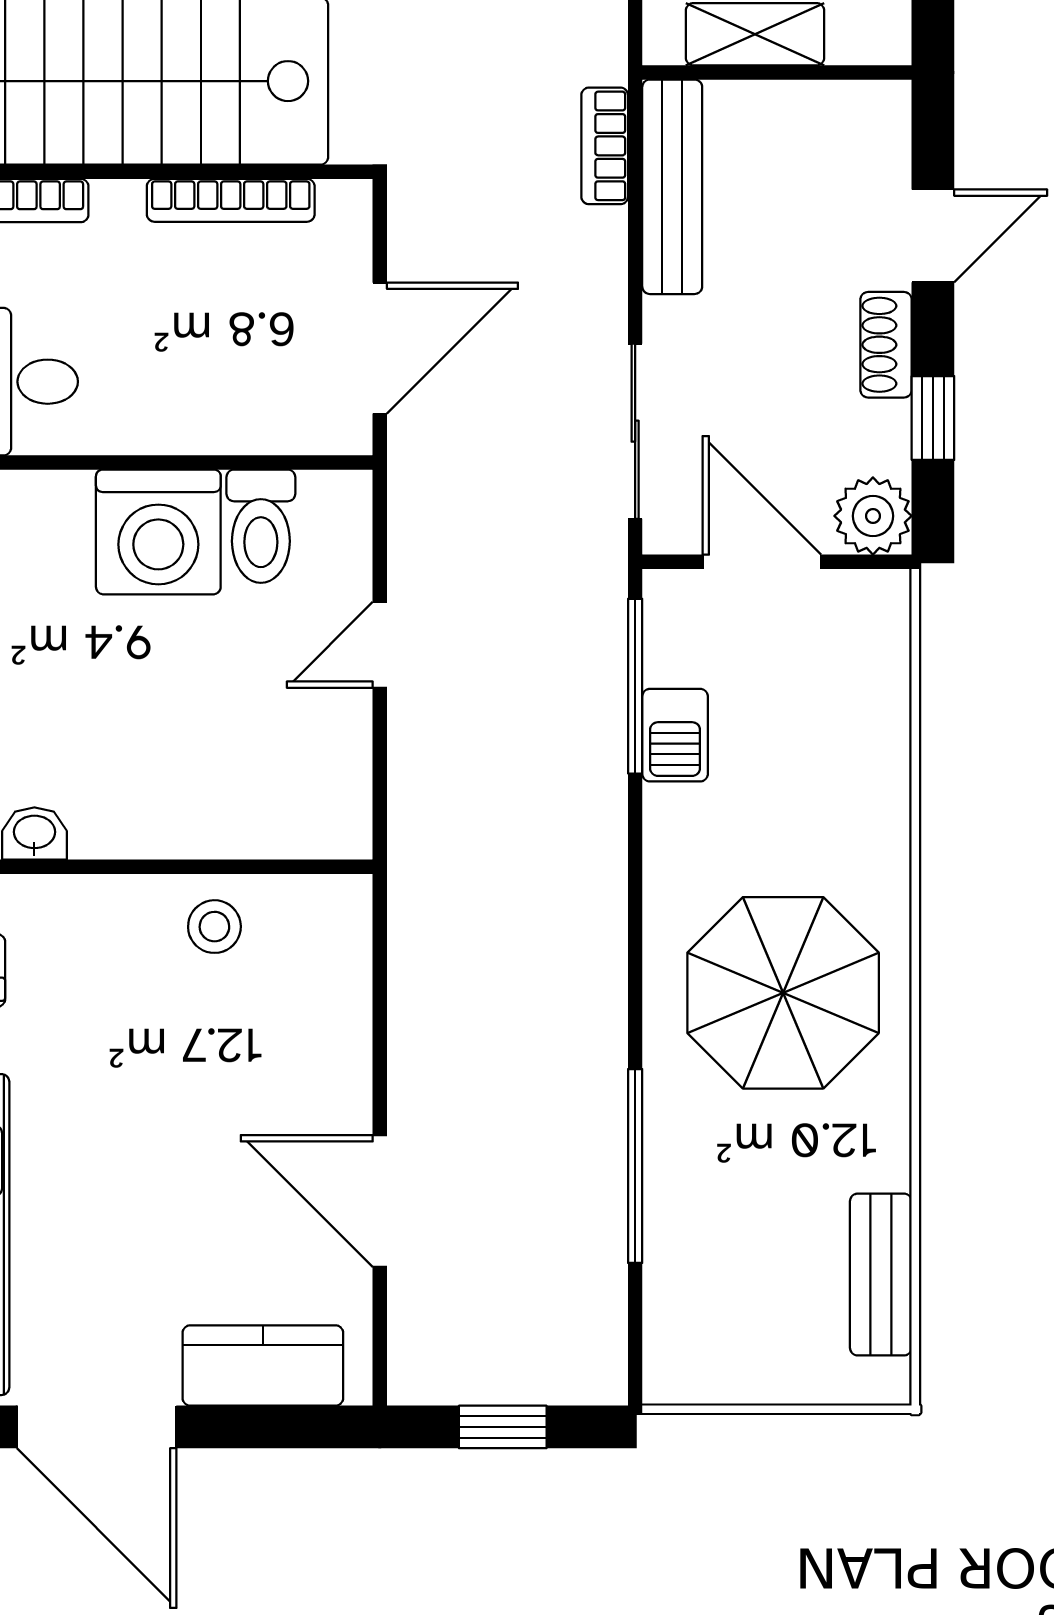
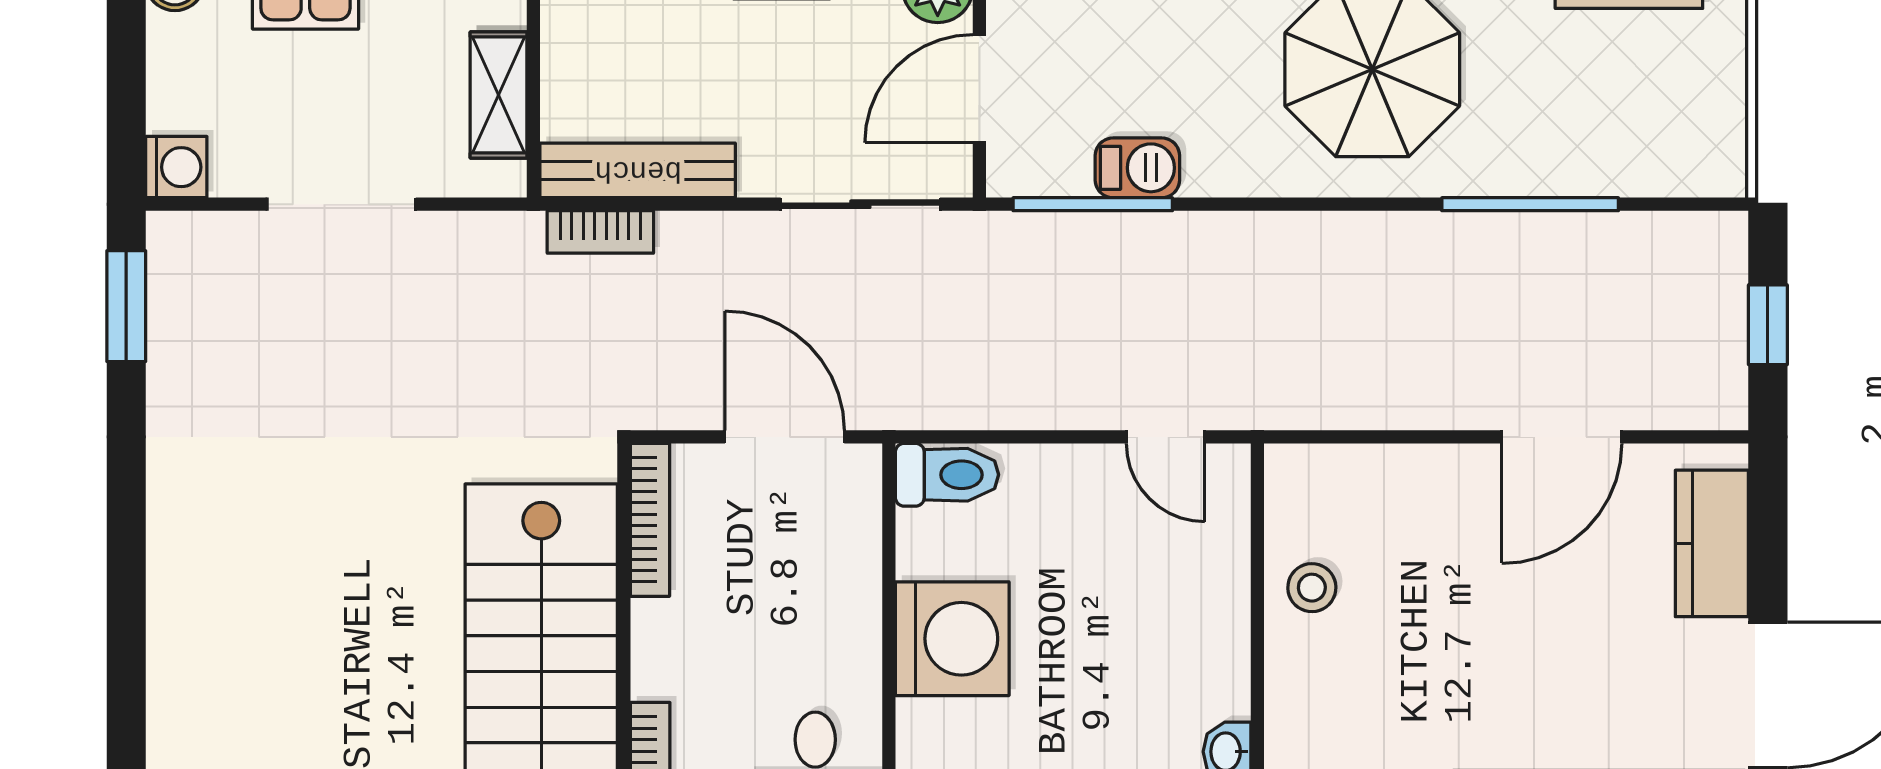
bookcase: (231, 200) -> (650, 520), moved
toilet: (261, 526) -> (947, 475), moved
door: (380, 645) -> (1166, 437), moved

